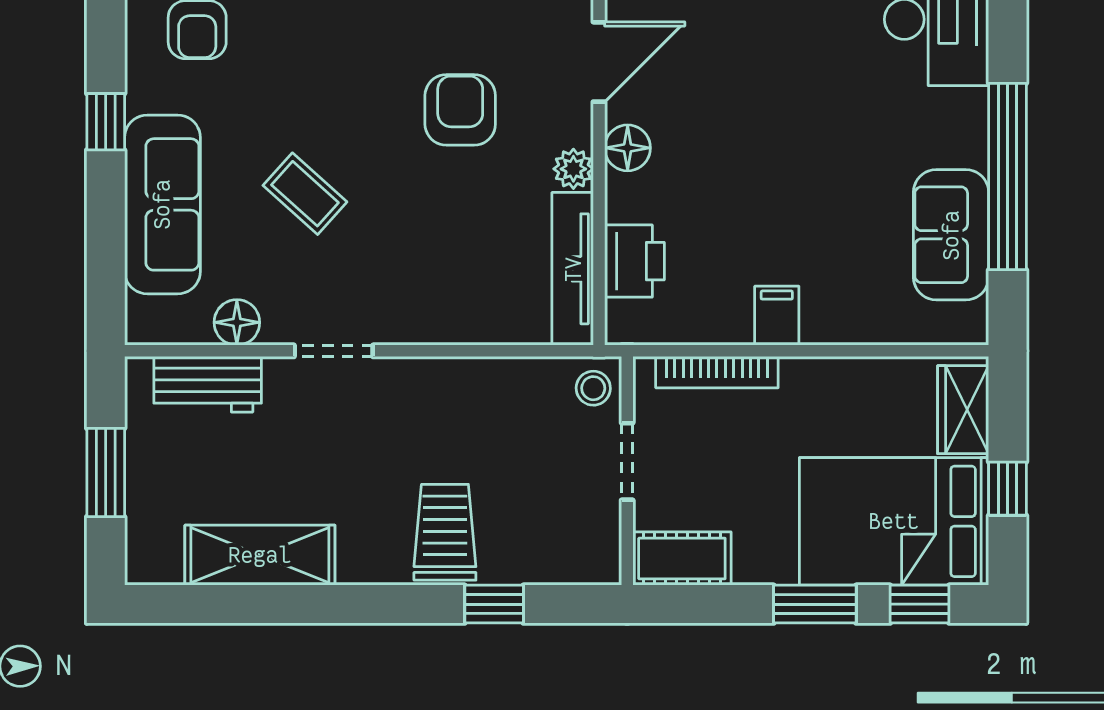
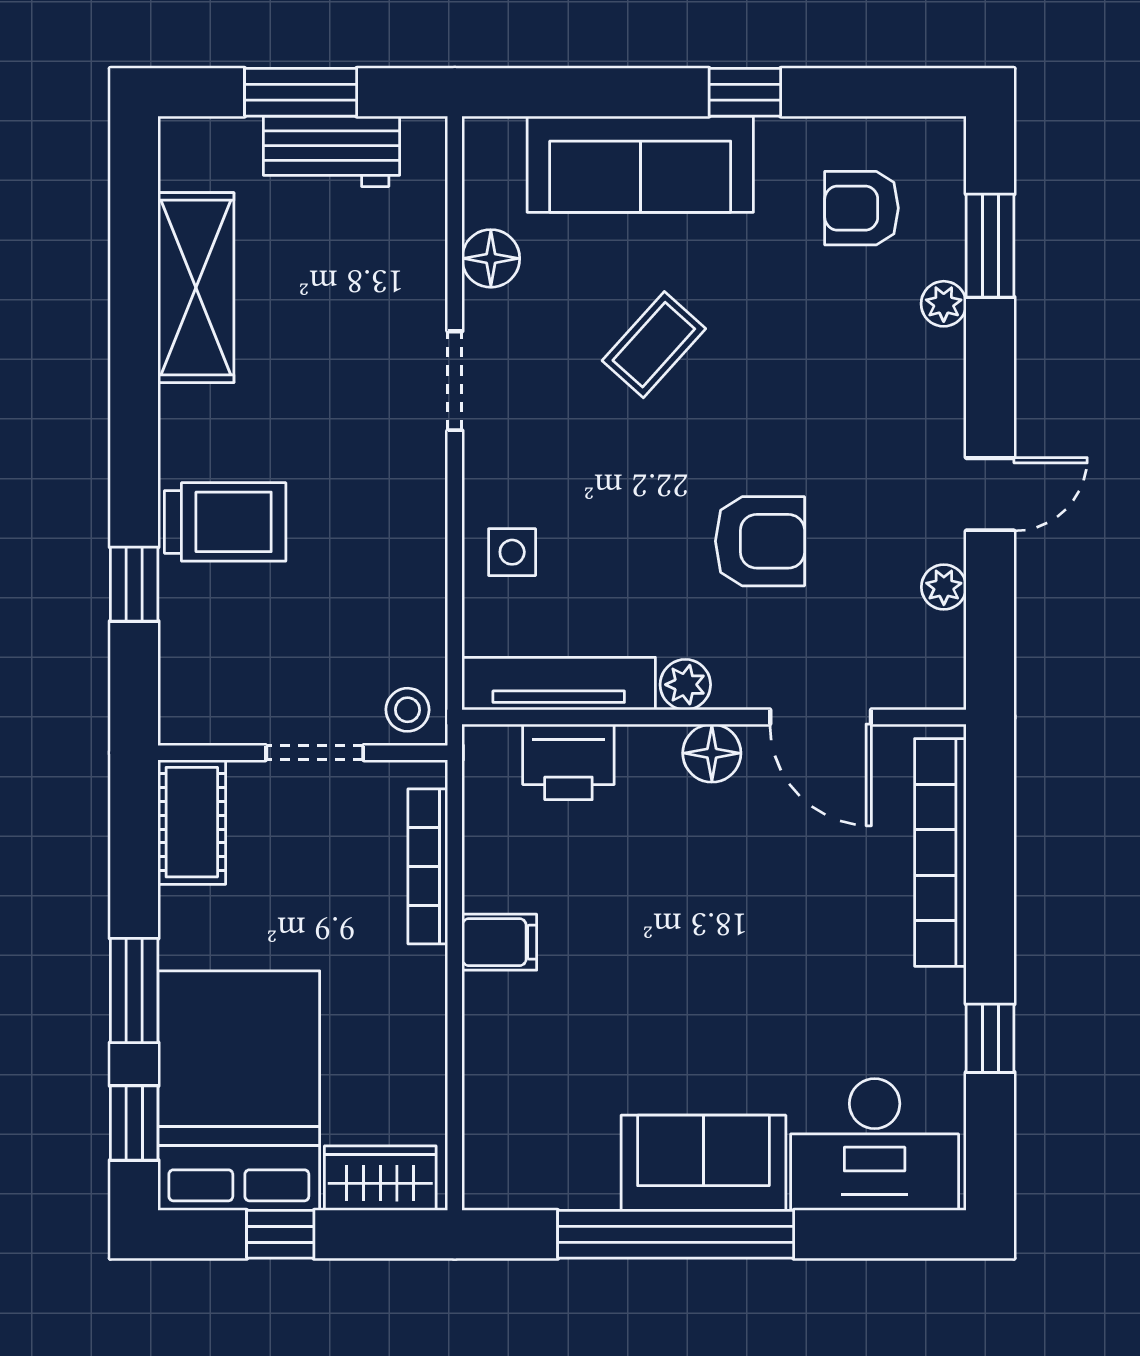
sofa: (951, 235) -> (703, 1163), moved
side table: (469, 306) -> (512, 552), added
workbench: (208, 384) -> (332, 151), moved, turned -90

